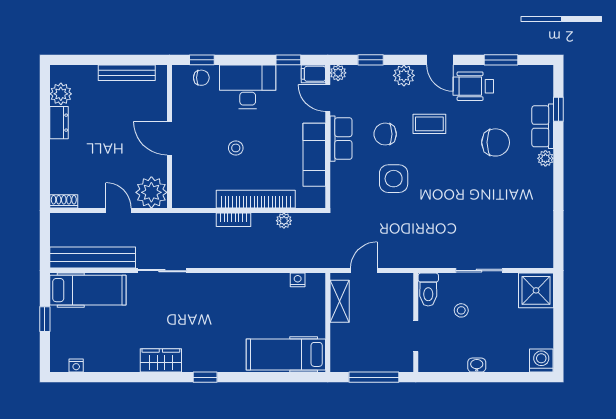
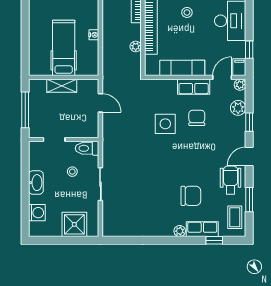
window: (371, 60) -> (249, 122), moved
plant: (404, 75) -> (238, 108), moved
coffee table: (429, 124) -> (235, 217), moved
chair: (496, 142) -> (191, 196), turned -90
nightstand: (298, 280) -> (94, 35), moved
shower: (536, 290) -> (74, 224), moved
shelving: (340, 301) -> (62, 86), moved
hospital bed: (286, 354) -> (64, 48), moved
washing machine: (541, 361) -> (37, 213), moved
washbasin: (477, 365) -> (36, 183), width x1.91, depth x1.45

